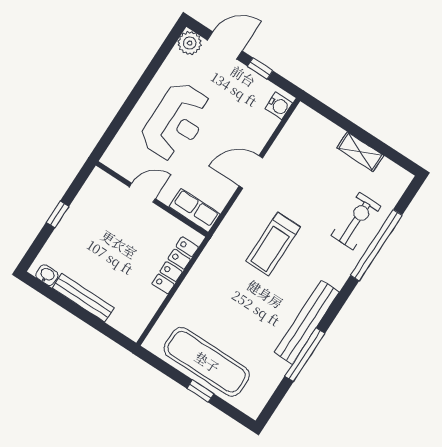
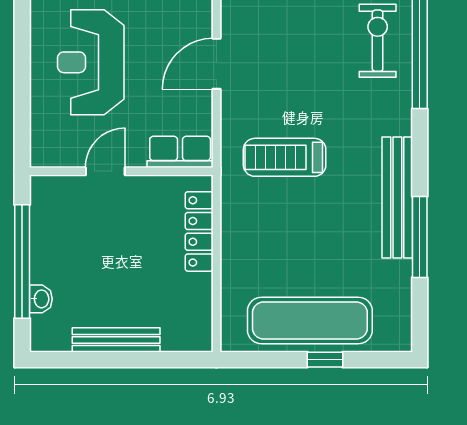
reception desk: (176, 122) -> (91, 62), turned 180
window: (58, 214) -> (22, 261), width x3.17
treadmill: (273, 244) -> (285, 157), moved, turned 90
washbasin: (47, 275) -> (41, 299), moved, turned 90

